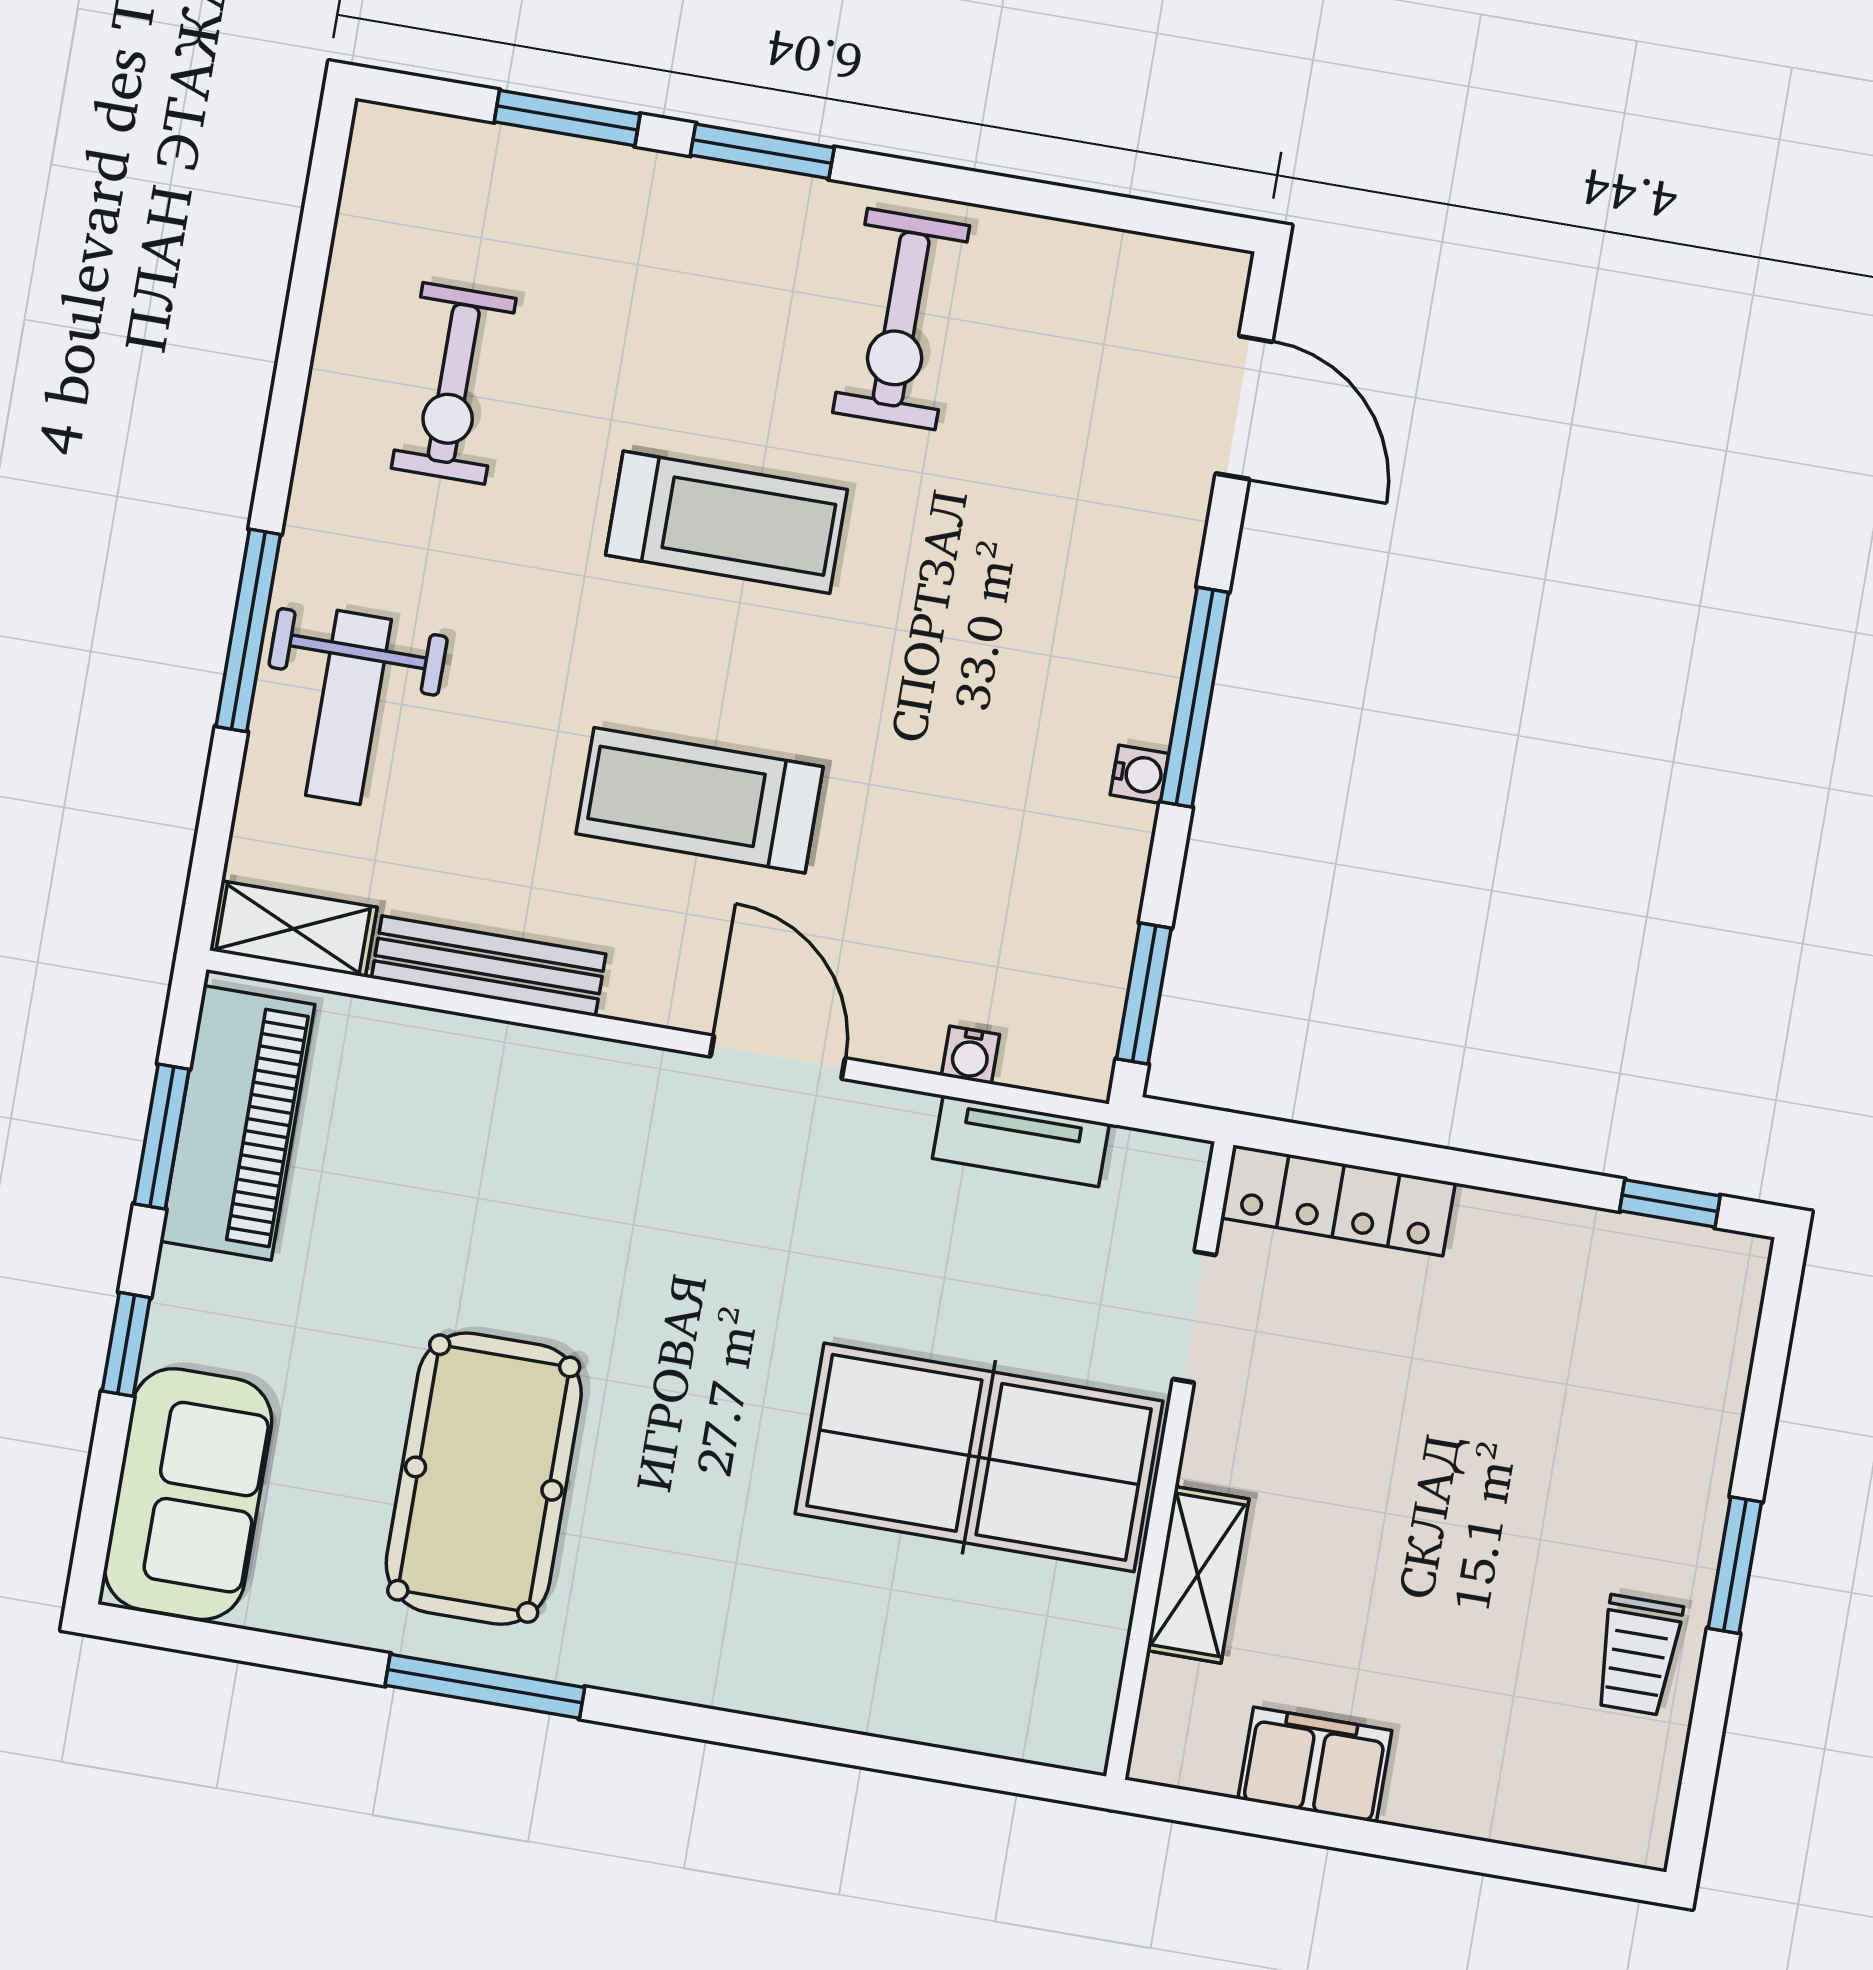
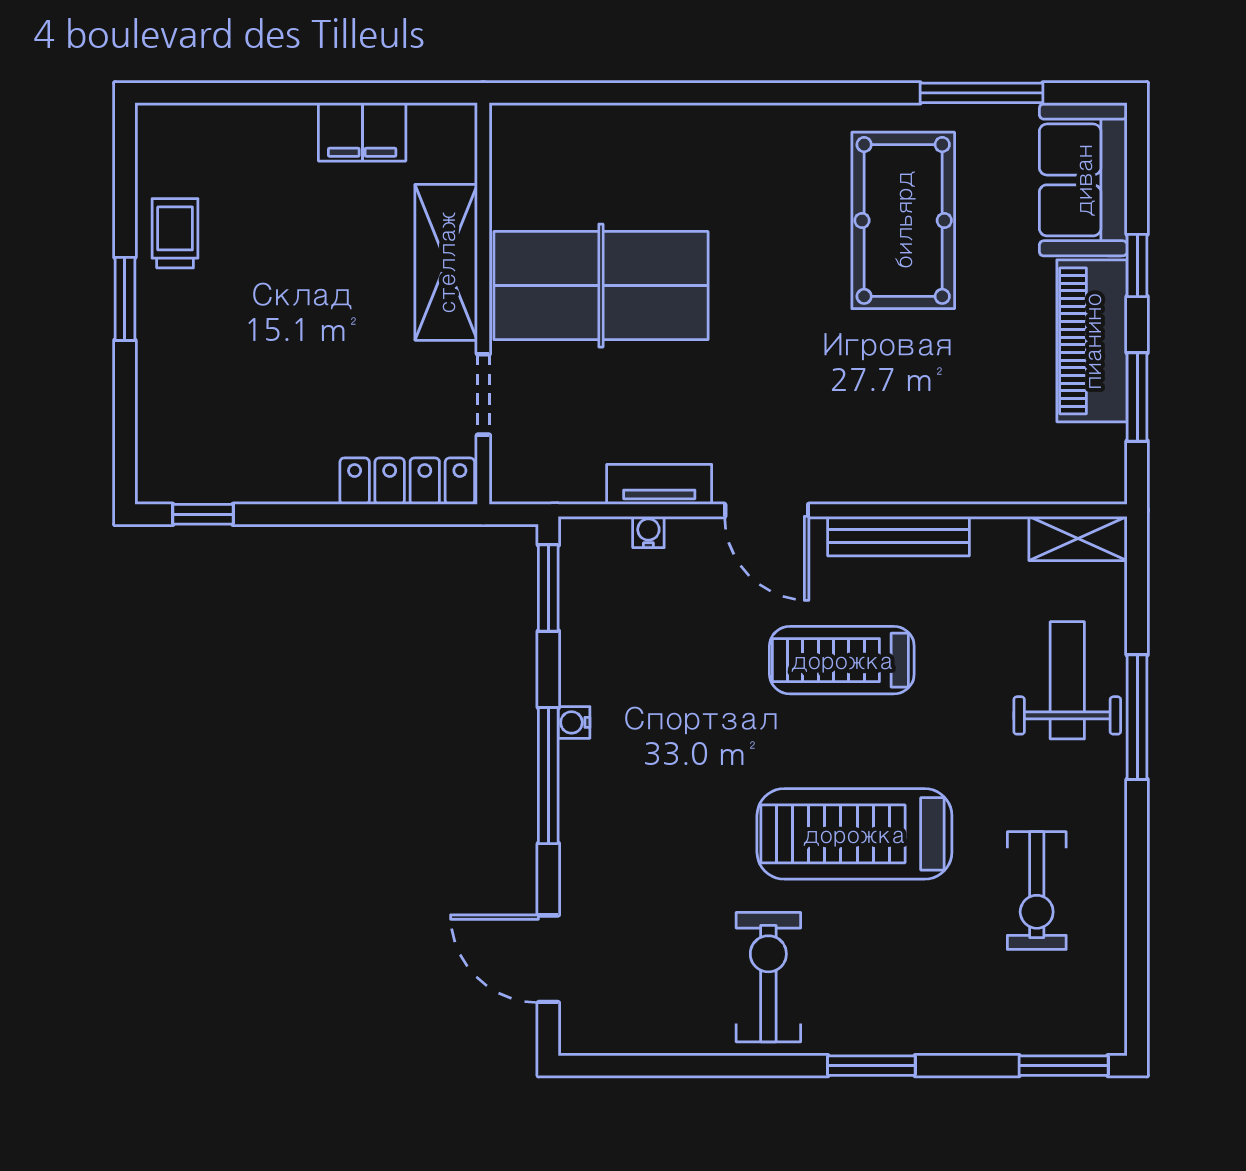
window: (567, 118) -> (1064, 1066), moved
exercise bike: (454, 383) -> (1037, 891), turned 180
treadmill: (727, 522) -> (854, 834), width x1.37, depth x1.38
treadmill: (699, 800) -> (842, 660), turned 180
bench: (489, 966) -> (899, 536), moved
piano: (237, 1123) -> (1092, 341), moved
tv unit: (1021, 1141) -> (659, 484), moved
shelving: (1198, 1575) -> (446, 262), width x1.50, depth x1.33
window: (485, 1686) -> (981, 93), moved

